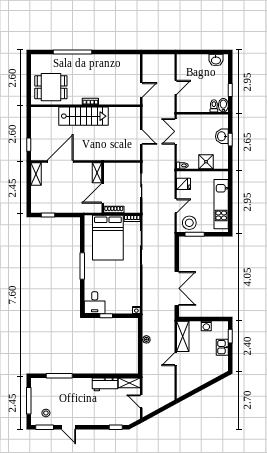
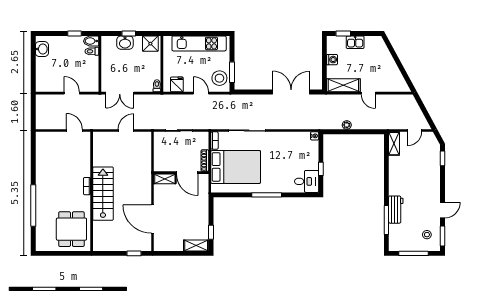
shower: (206, 162) -> (150, 44), moved
shelving: (36, 174) -> (196, 245), moved
workbench: (105, 384) -> (396, 210), moved

